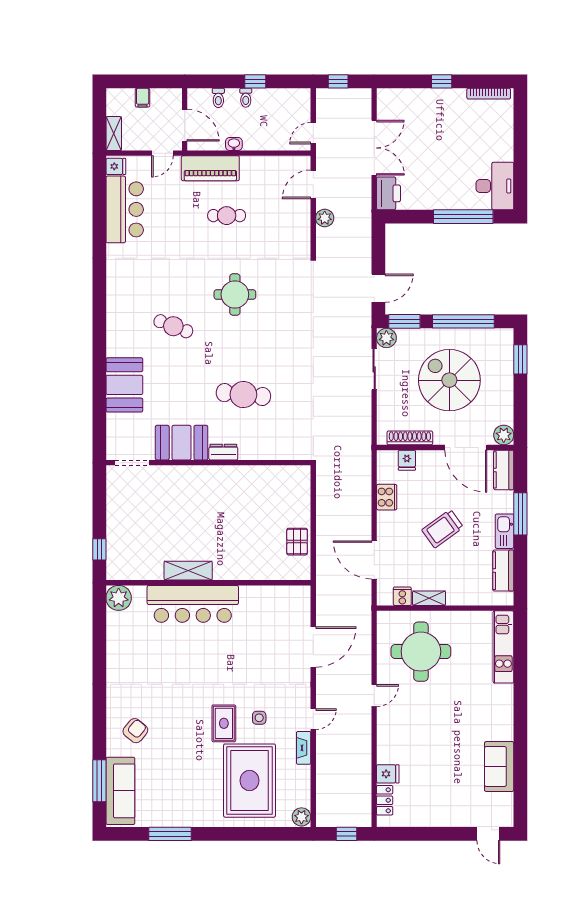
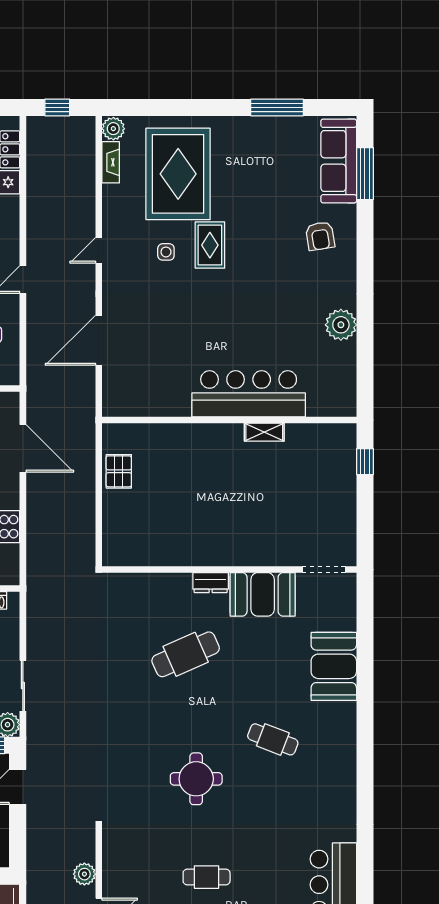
cafe table: (243, 395) -> (186, 654), turned -30
shelving: (188, 571) -> (264, 432), width x0.67, depth x0.75
plant: (119, 598) -> (341, 325), moved
armchair: (135, 731) -> (320, 236), turned -48
fireplace: (304, 748) -> (111, 162), moved

